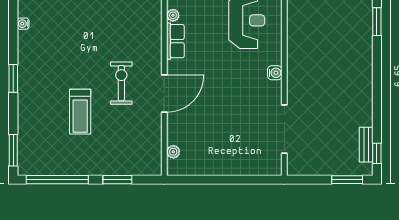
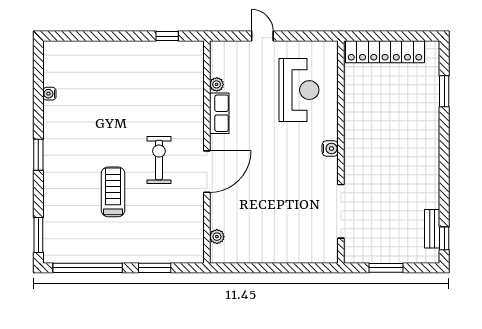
treadmill: (80, 112) -> (113, 192), turned 180
window: (347, 180) -> (386, 268), moved

